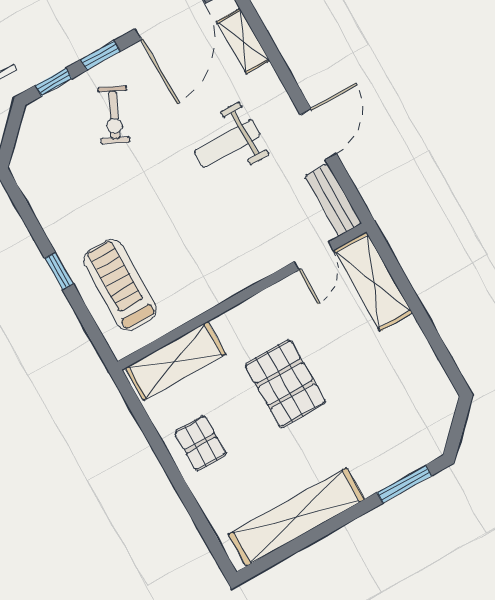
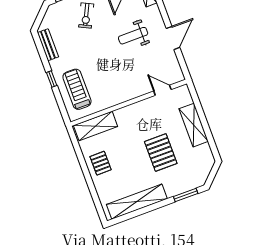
bench: (333, 200) -> (48, 45), moved
door: (313, 256) -> (162, 90), swing flipped
shelving: (373, 281) -> (194, 125), moved
pallet: (285, 384) -> (161, 152), moved

